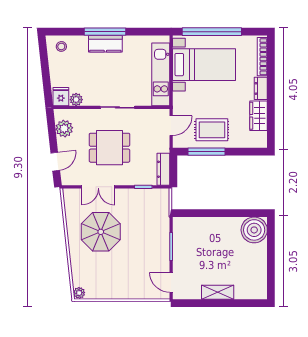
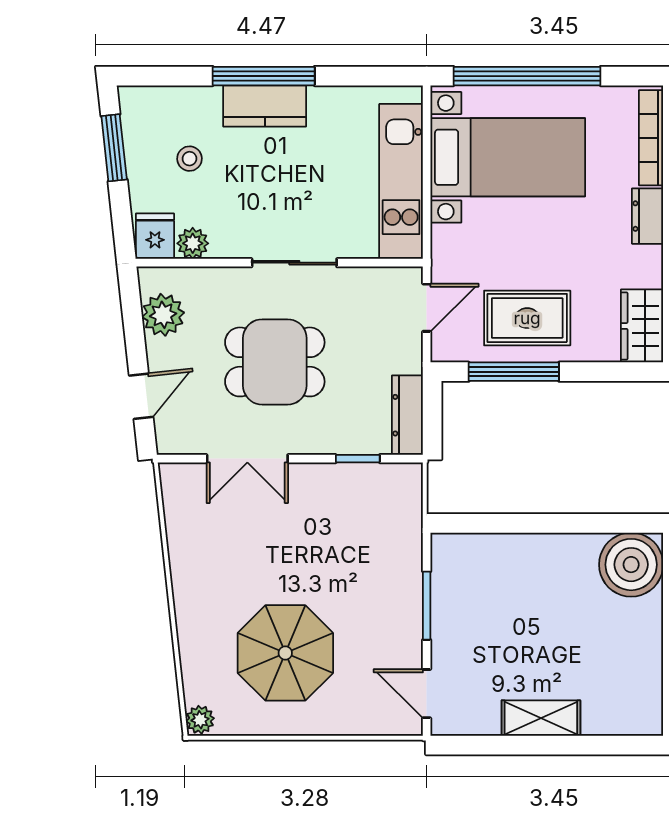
stool: (61, 46) -> (189, 159), moved
window: (44, 61) -> (114, 148), added
wardrobe: (259, 116) -> (642, 326), moved
parasol: (101, 232) -> (285, 653), moved

